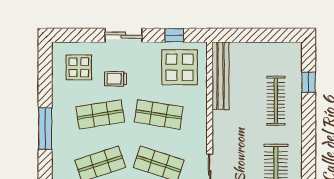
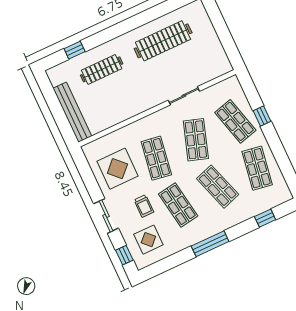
window: (174, 35) -> (124, 255), moved
display table: (180, 67) -> (117, 169), moved
bench: (220, 76) -> (72, 112), moved, turned 90

